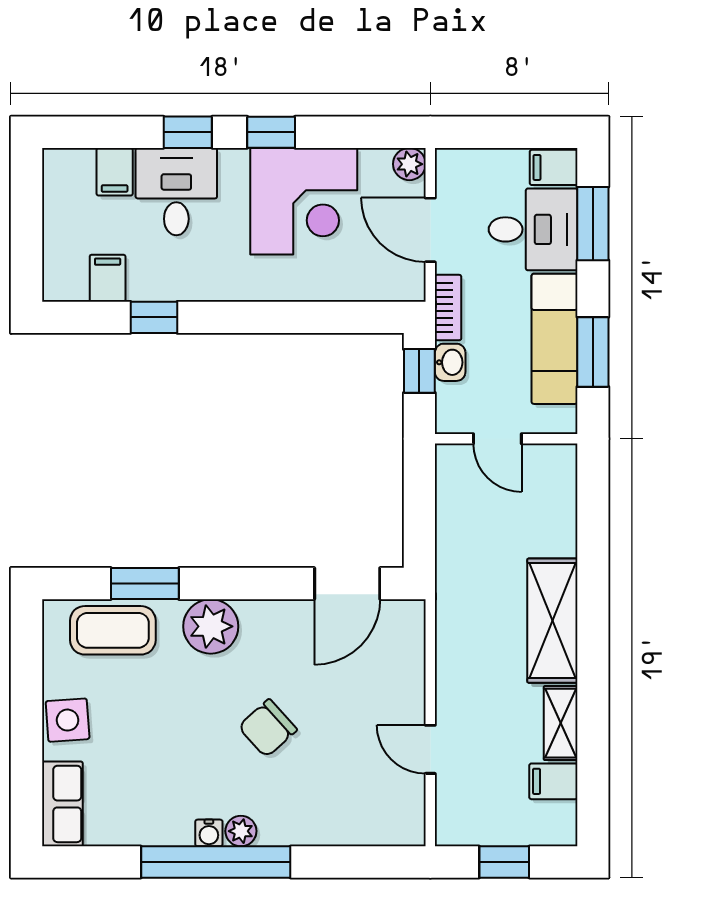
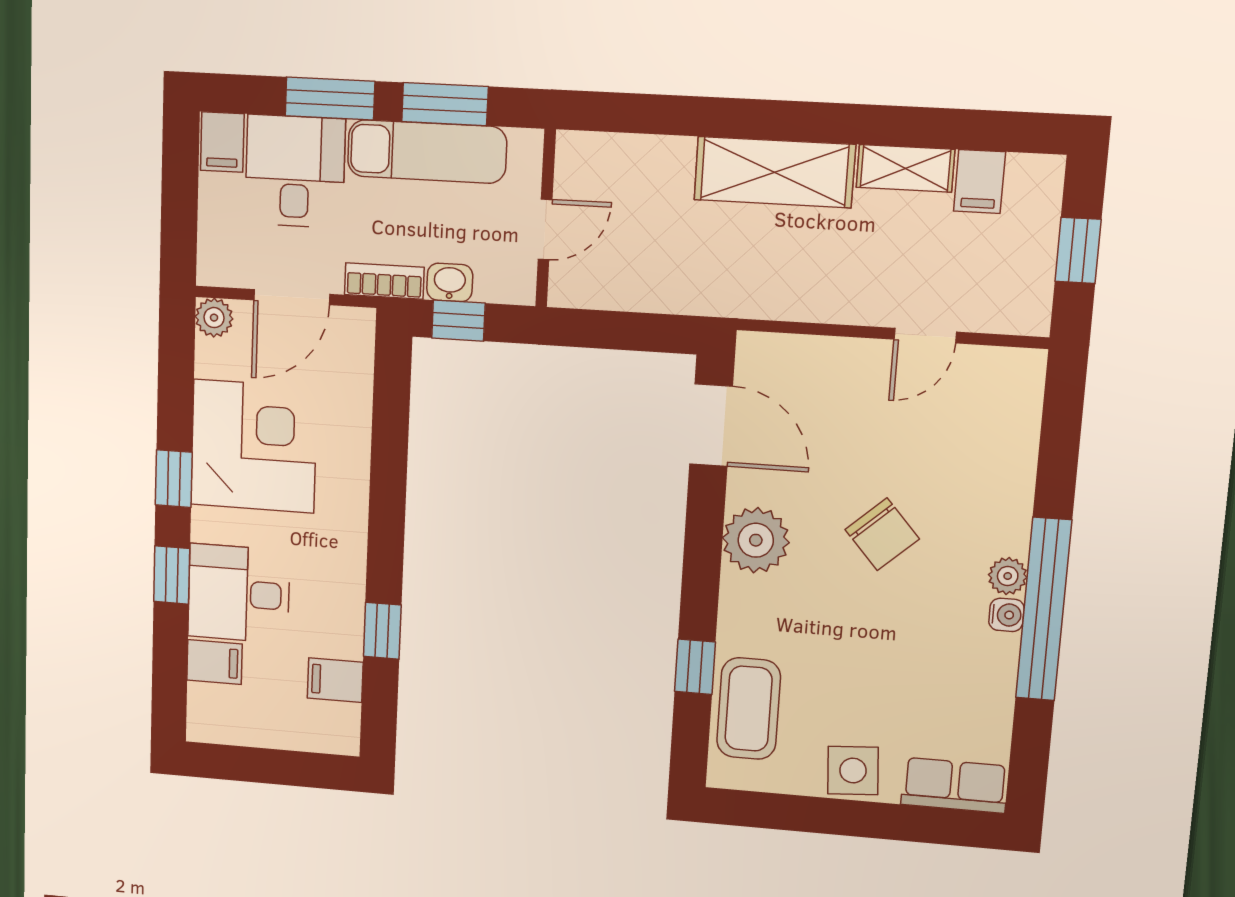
window: (593, 224) -> (330, 98), moved
window: (145, 583) -> (695, 667), width x0.67
plant: (211, 626) -> (756, 540), moved

